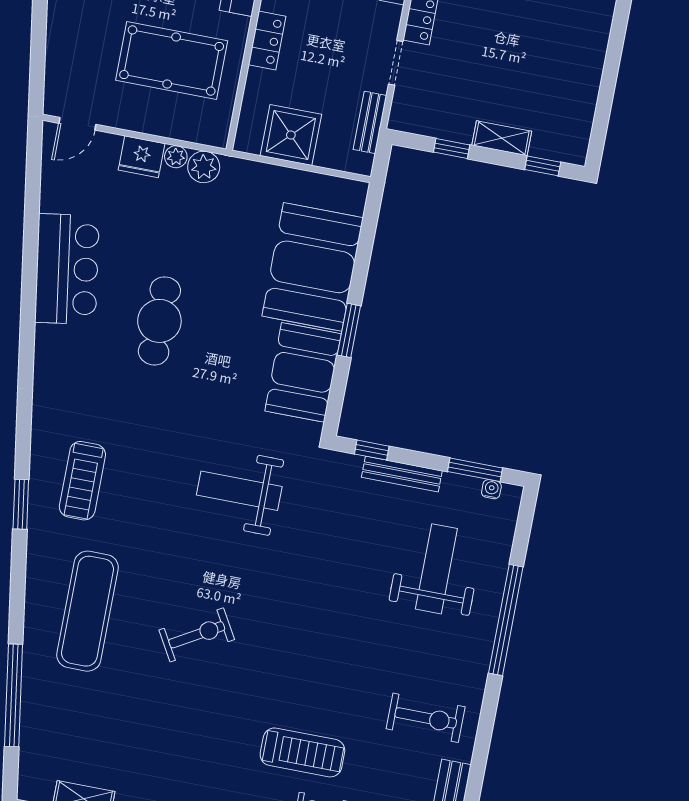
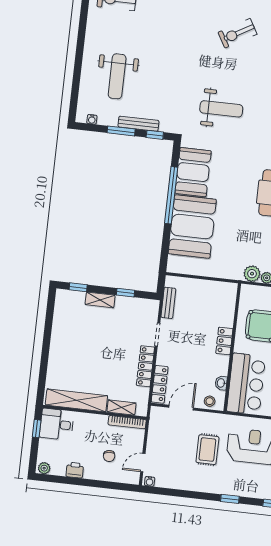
shower: (291, 135) -> (208, 293), removed
window: (349, 330) -> (171, 195), width x2.11
window: (475, 470) -> (121, 131), moved
window: (506, 620) -> (79, 53), removed

